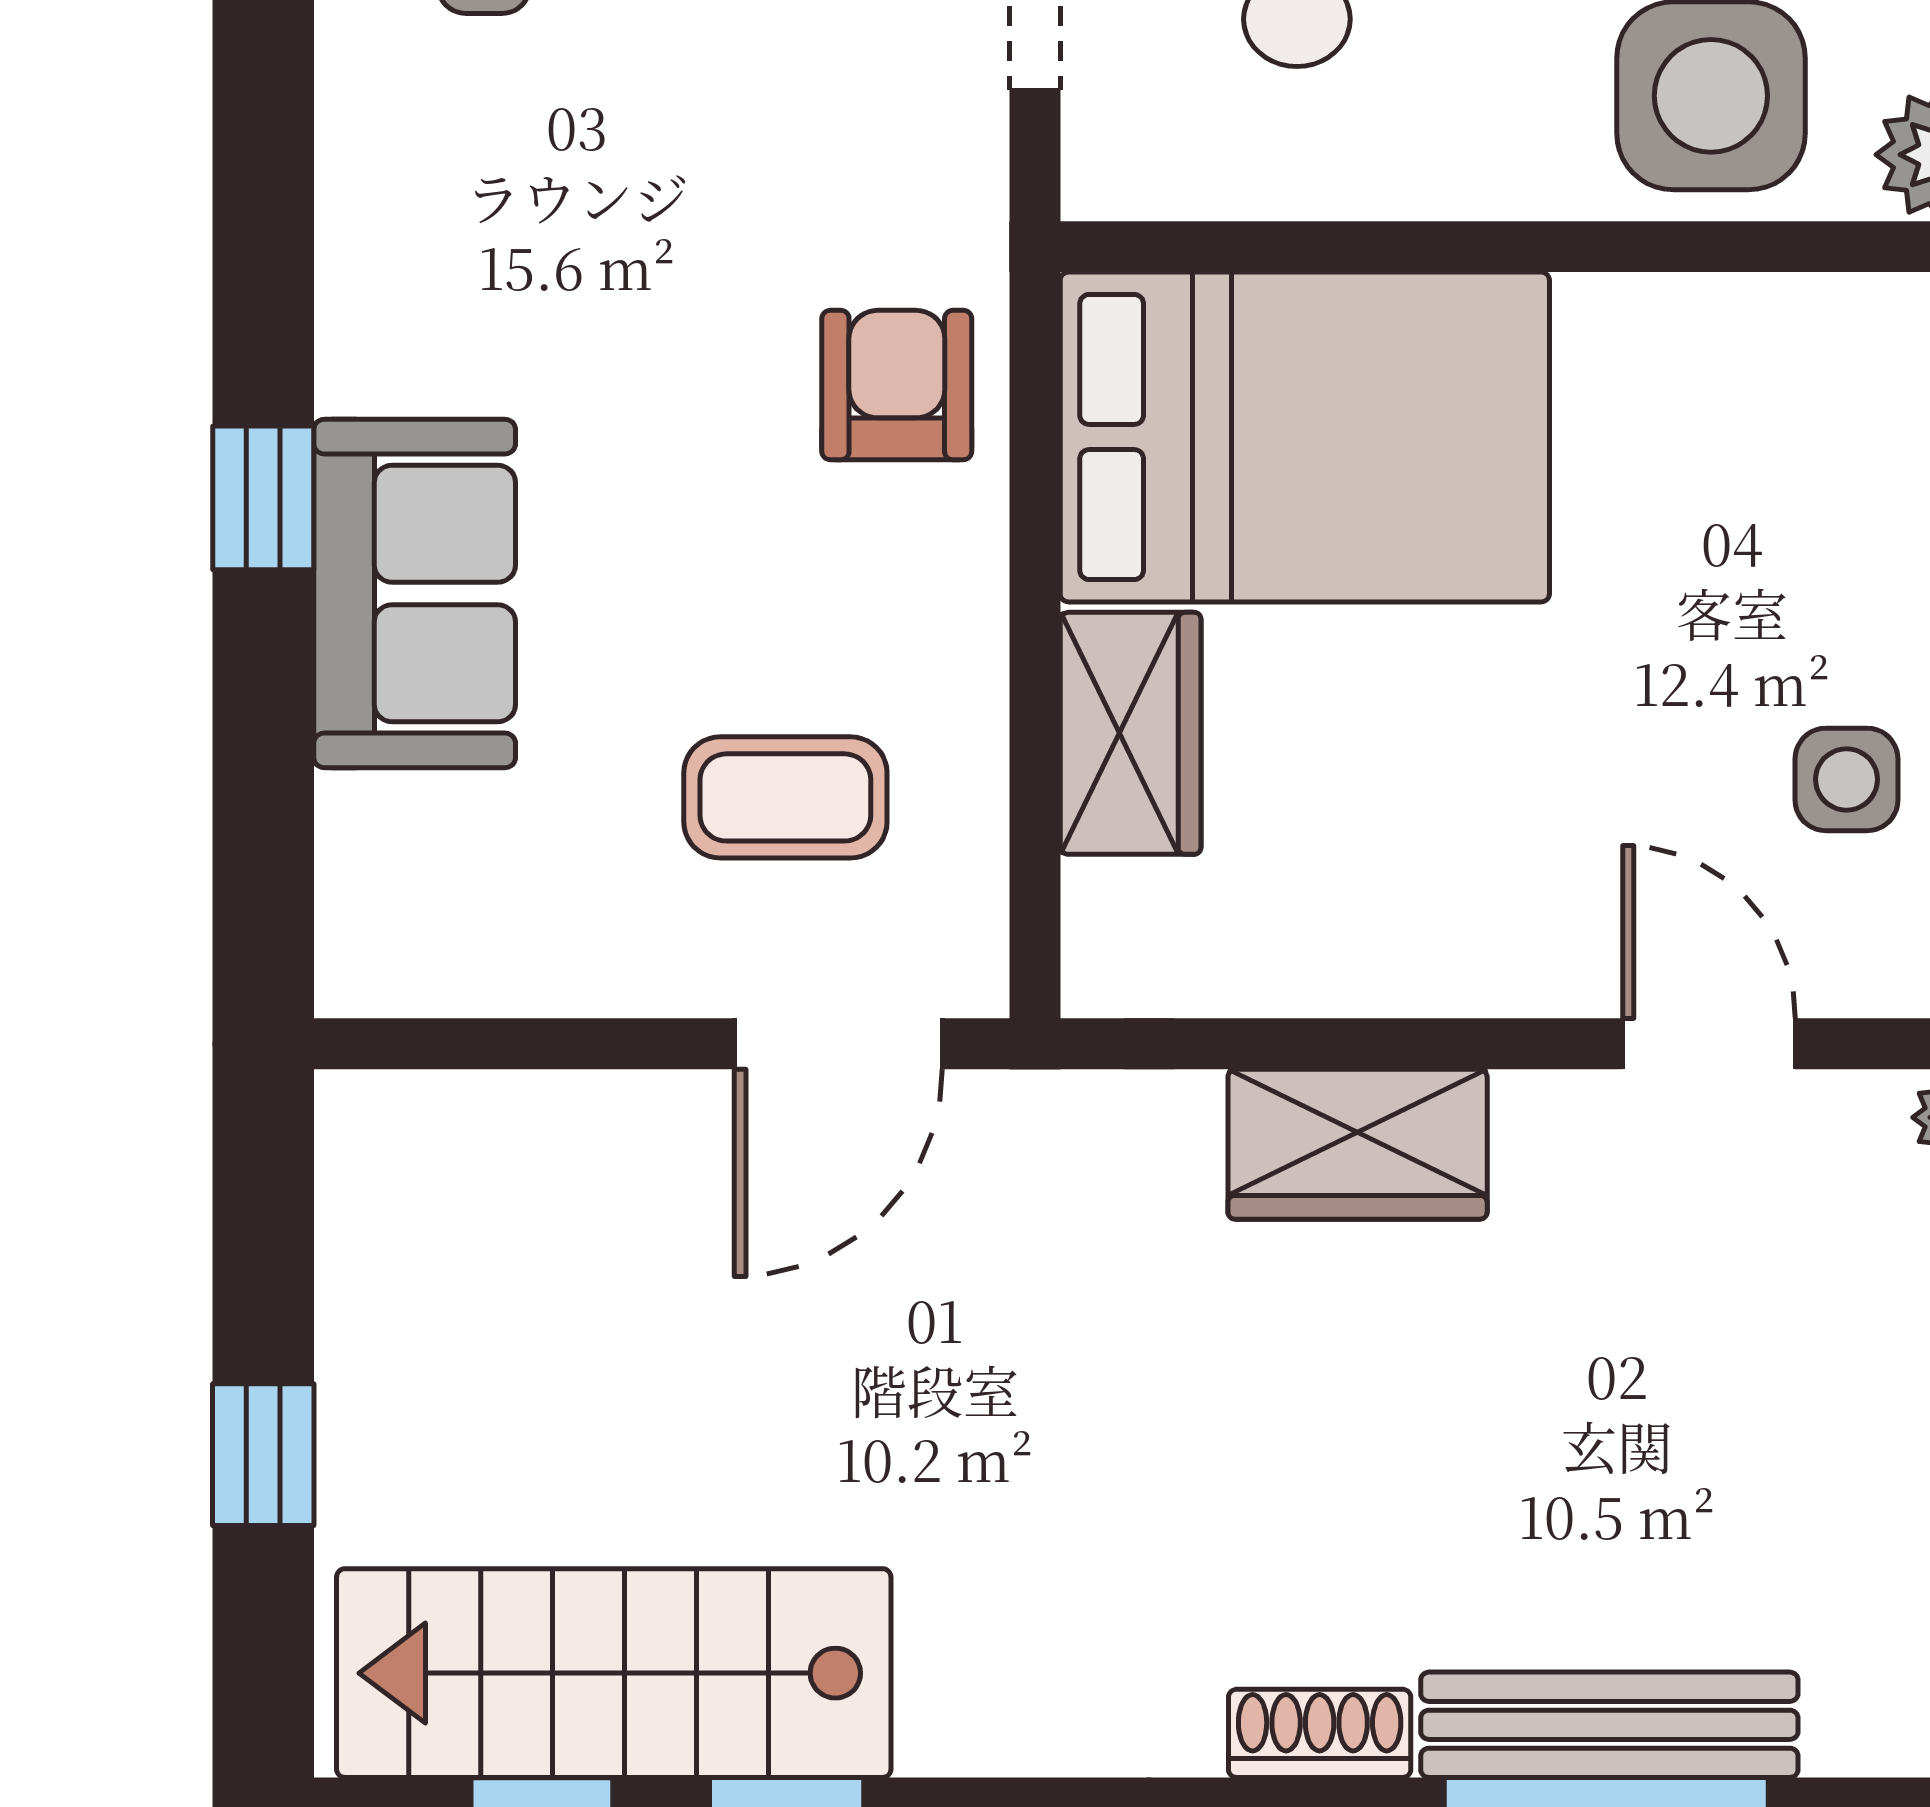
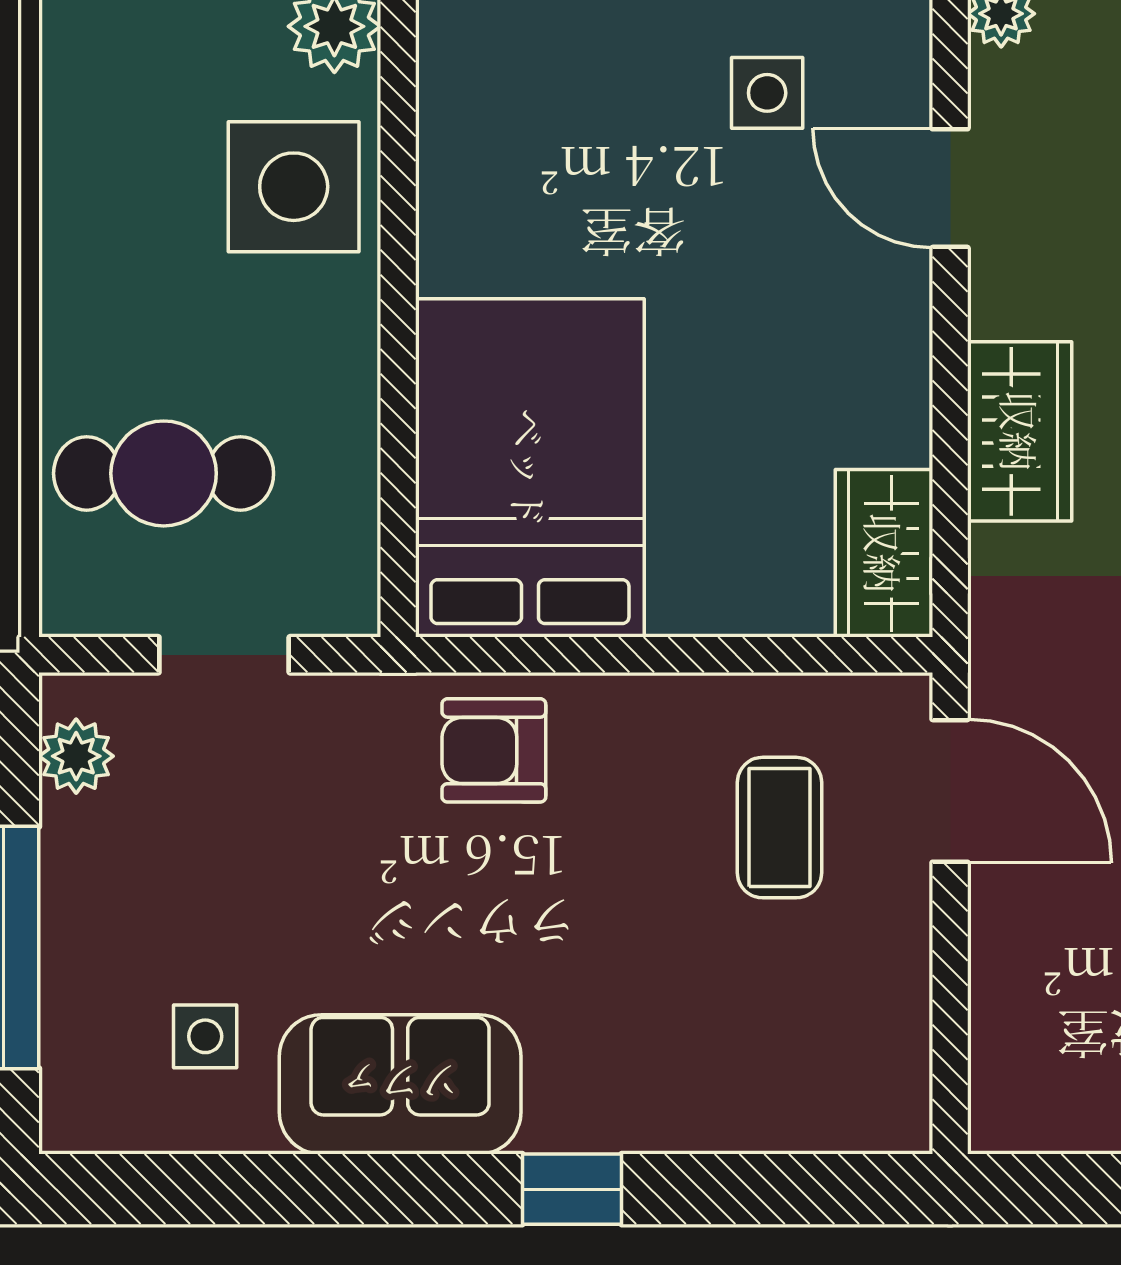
sofa: (415, 593) -> (400, 1084), moved
wardrobe: (1131, 733) -> (884, 553), moved, turned -90
door: (1709, 1044) -> (950, 188), hinge flipped

